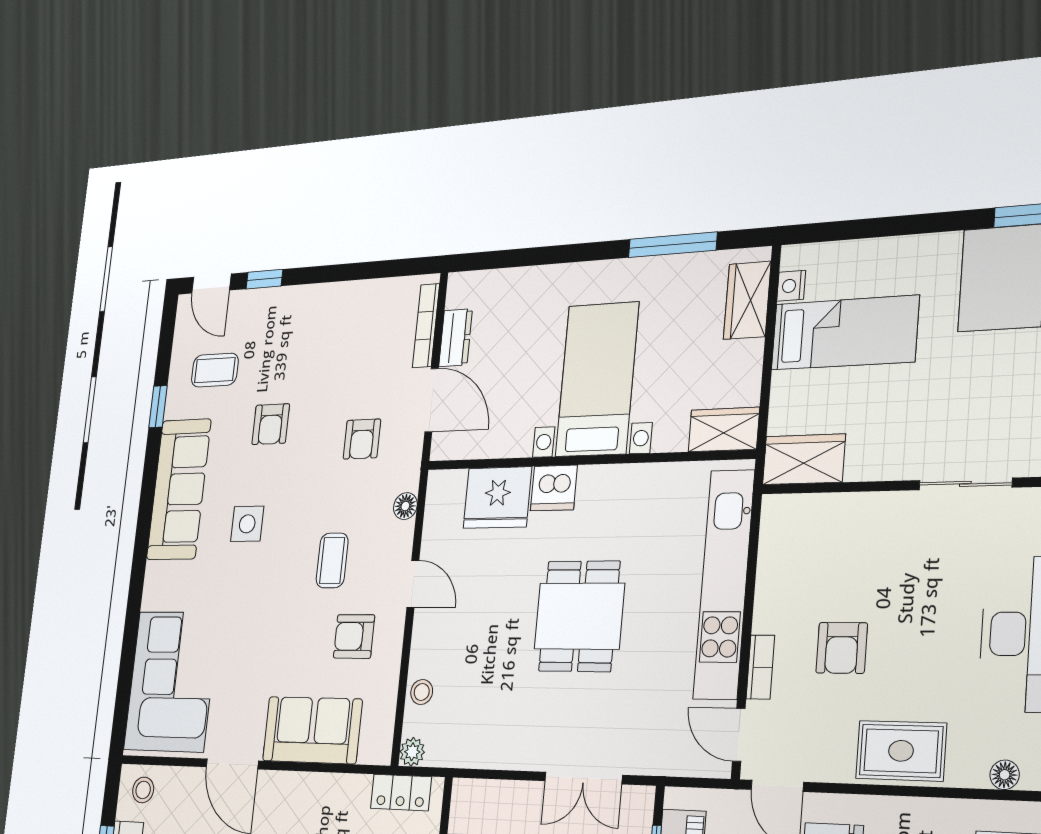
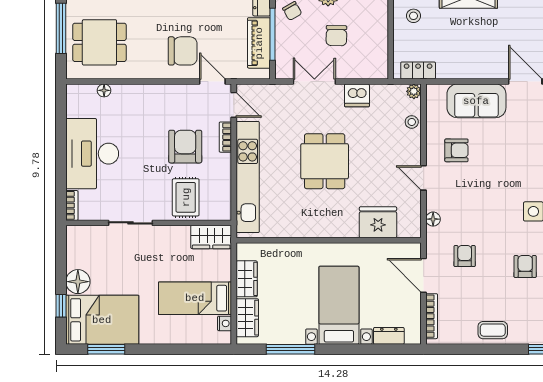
dresser: (456, 338) -> (389, 336), moved, turned 90
bed with nightstands: (597, 379) -> (339, 305), moved, turned 180
wardrobe: (724, 430) -> (247, 279), moved, turned -90
dishwasher: (554, 488) -> (357, 95), moved, turned 180
coffee table: (332, 560) -> (493, 330), moved, turned 90
armchair: (842, 648) -> (185, 147), width x1.38, depth x1.38
rug: (901, 751) -> (186, 197), moved, turned 90

